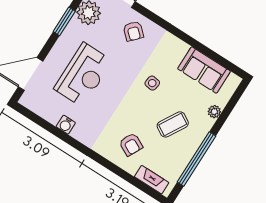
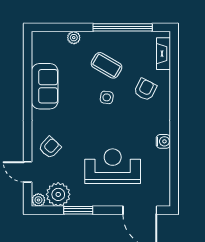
sofa: (204, 70) -> (45, 86), moved
side table: (152, 83) -> (107, 97), moved
water cooler: (66, 125) -> (163, 141), moved

